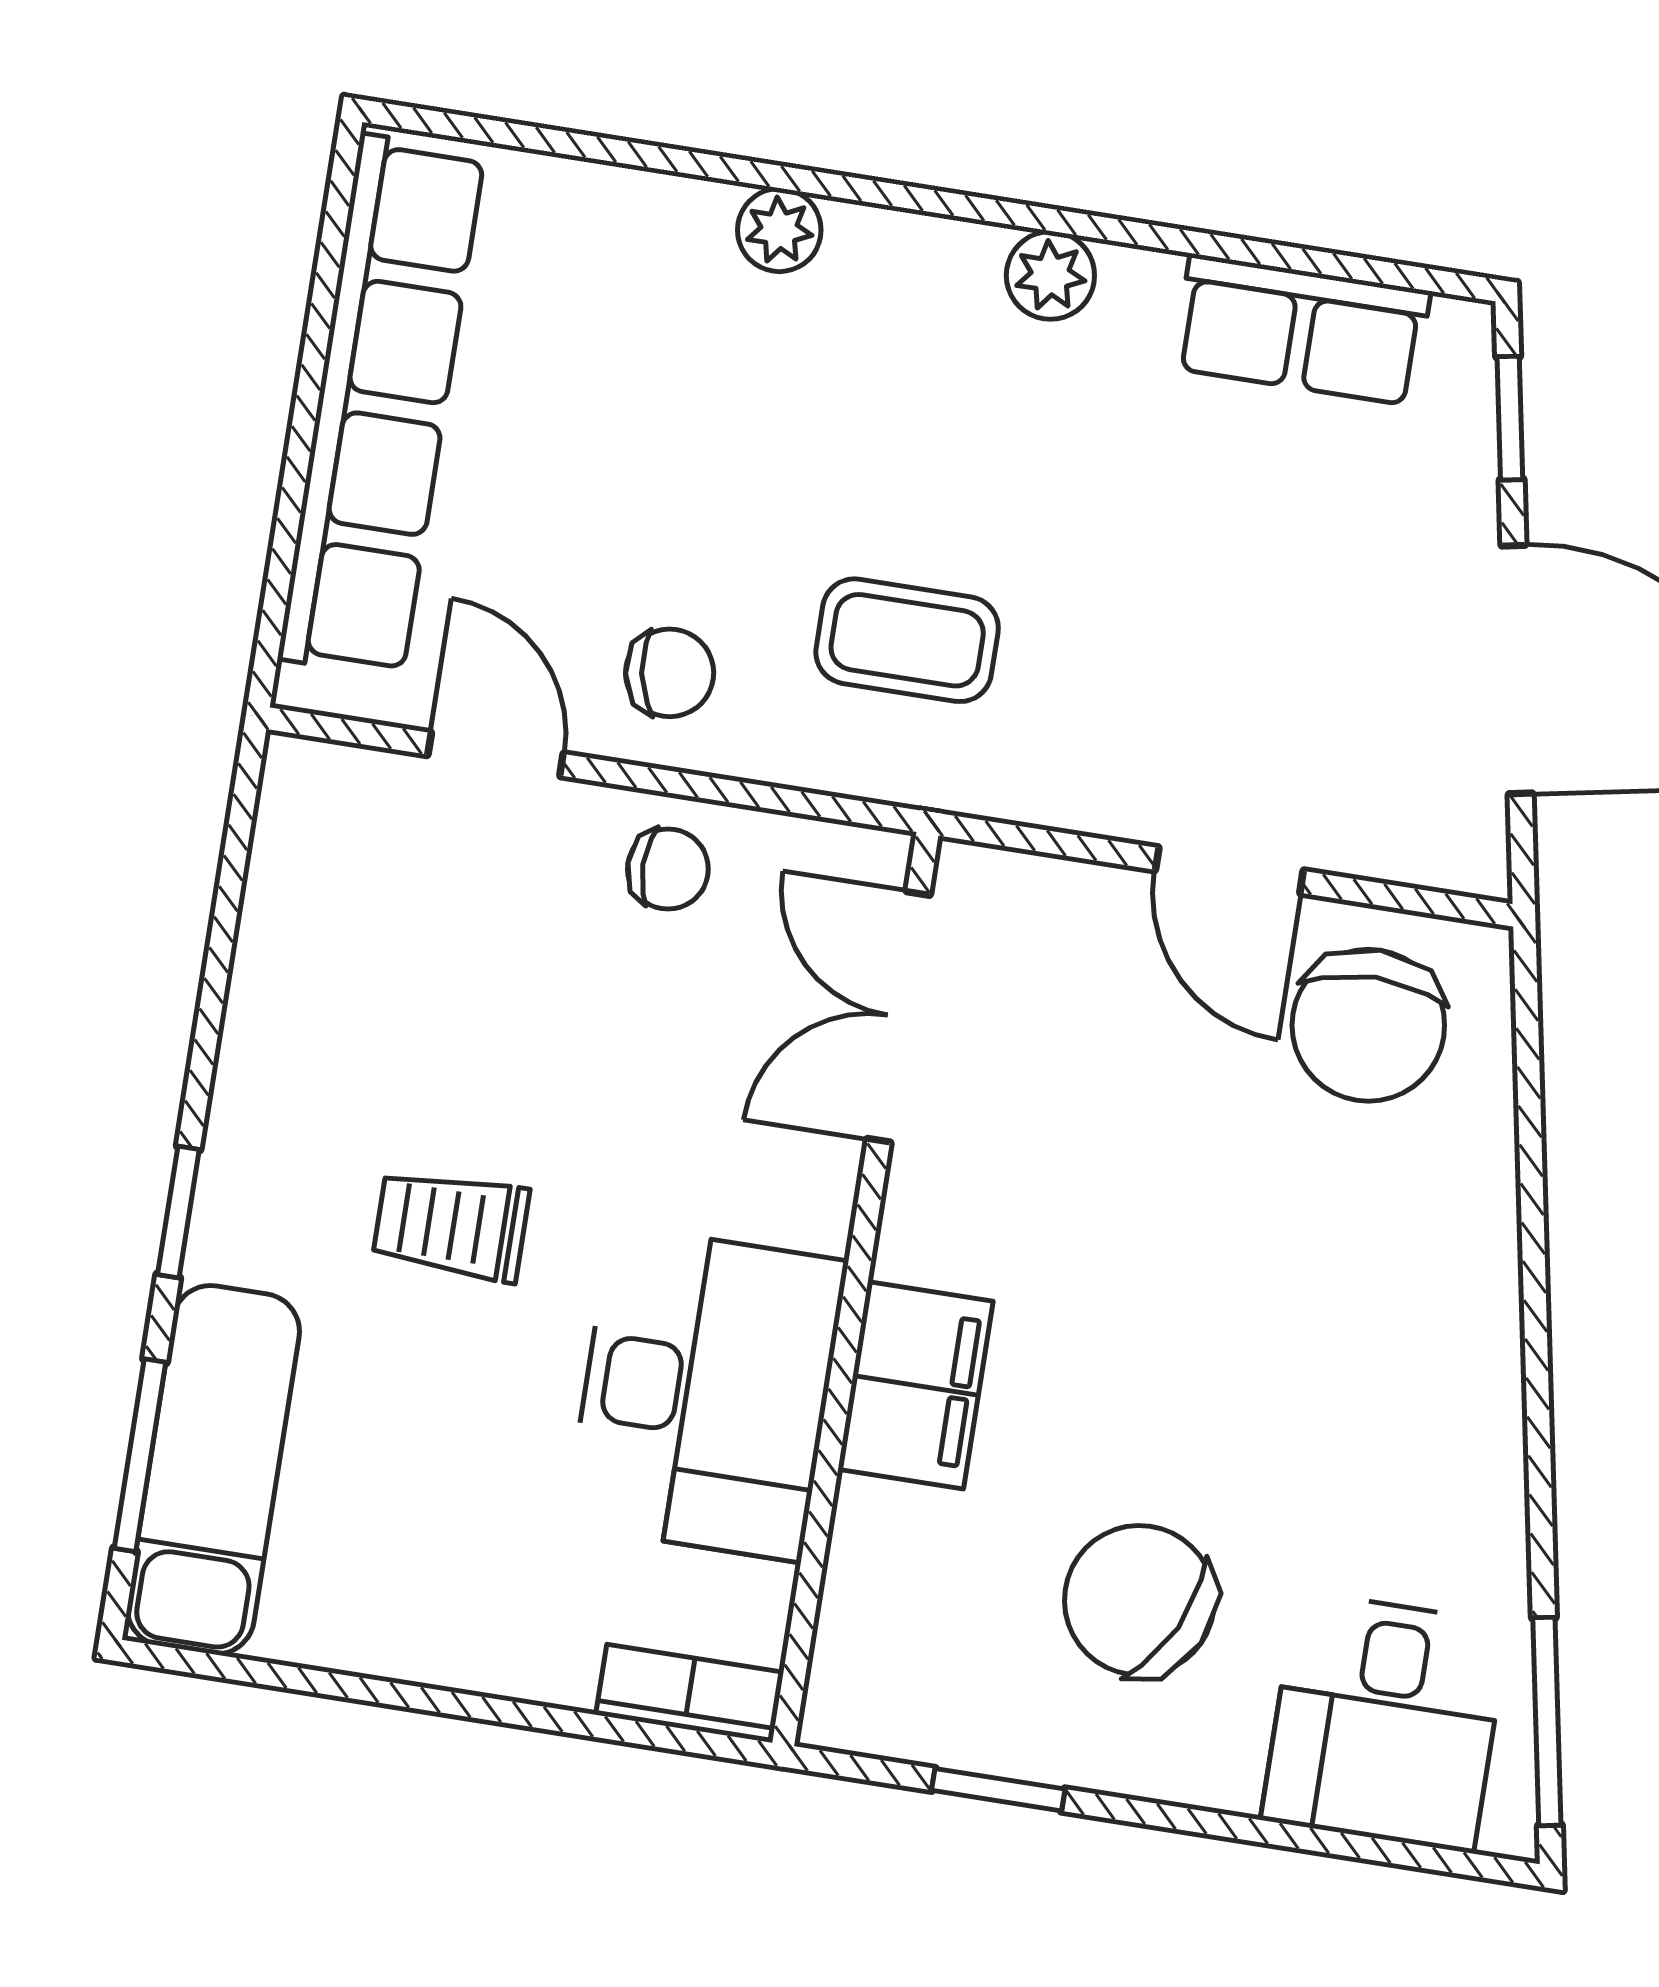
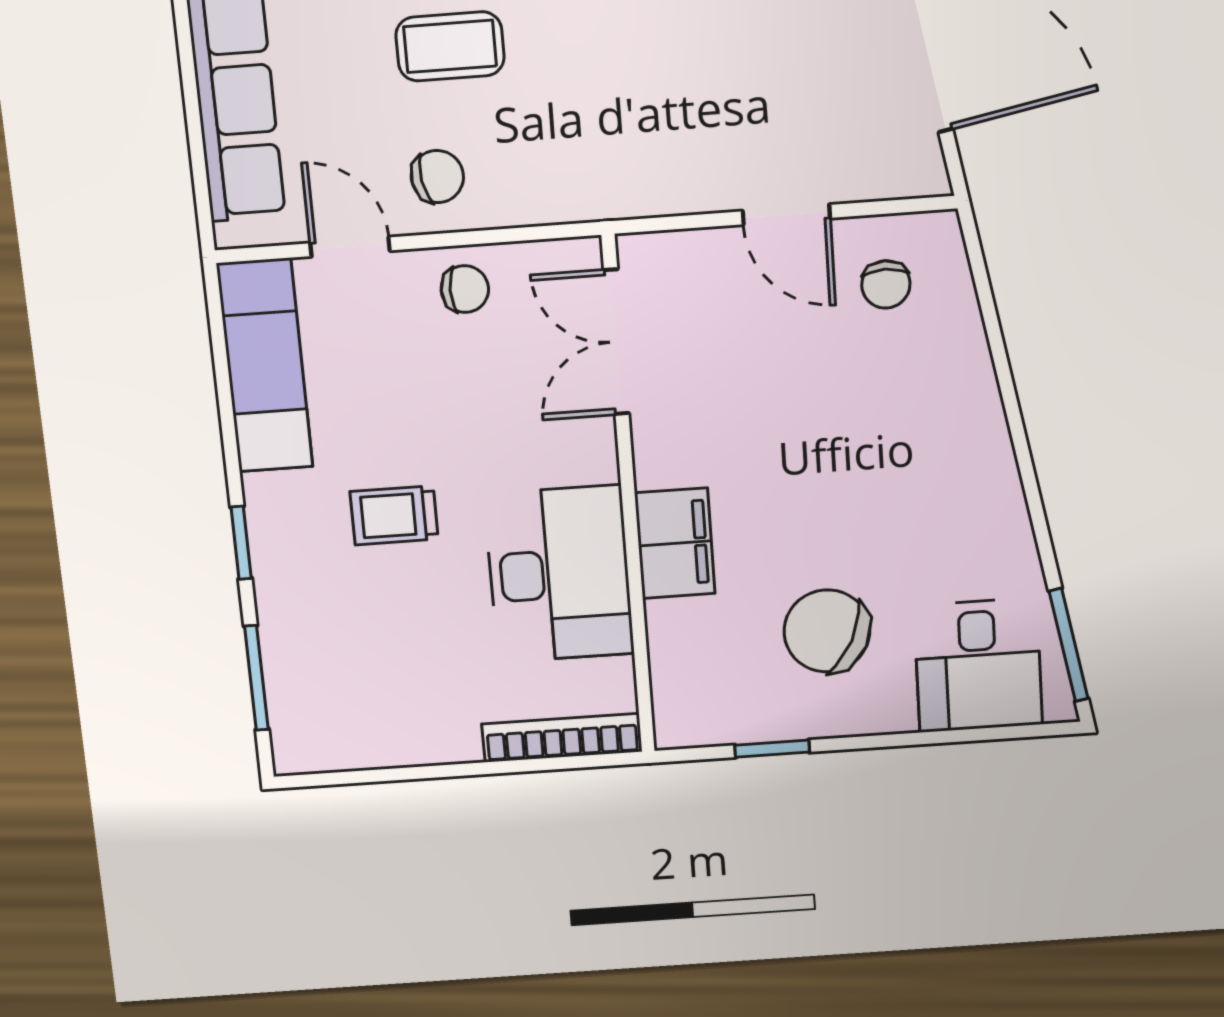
coffee table: (907, 640) -> (450, 46), moved
chair: (1368, 1025) -> (886, 284), width x0.54, depth x0.54
exam couch: (213, 1470) -> (265, 366), moved
bookcase: (690, 1693) -> (562, 738), width x1.56

